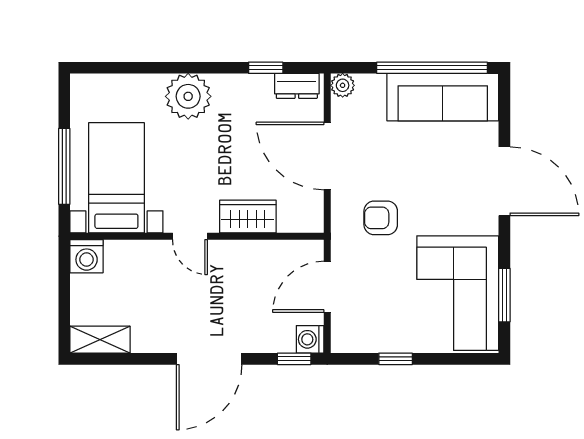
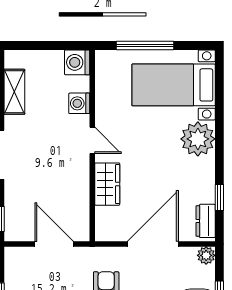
bed with nightstands: (116, 178) -> (174, 85), moved, turned 180
door: (190, 236) -> (92, 140), swing flipped
washing machine: (310, 339) -> (79, 103), moved, turned -90
shelving: (100, 340) -> (14, 92), moved

